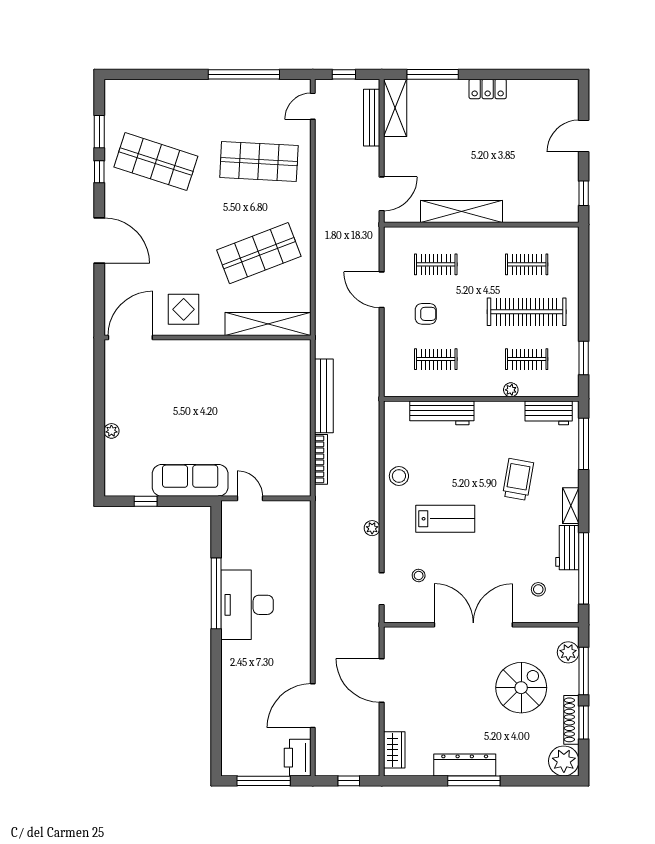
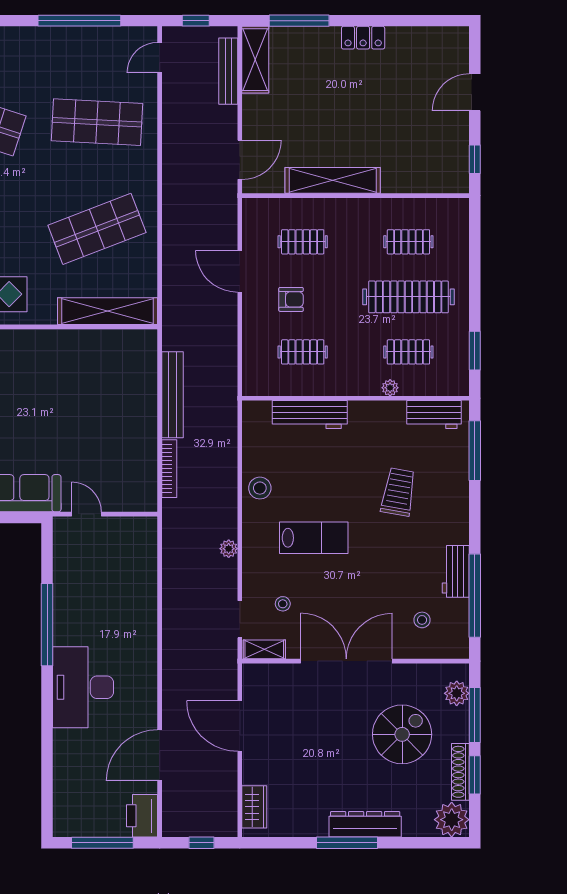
shelving: (571, 506) -> (264, 649), moved, turned 90
desk: (247, 605) -> (83, 687), moved
dresser: (465, 765) -> (365, 824), moved

